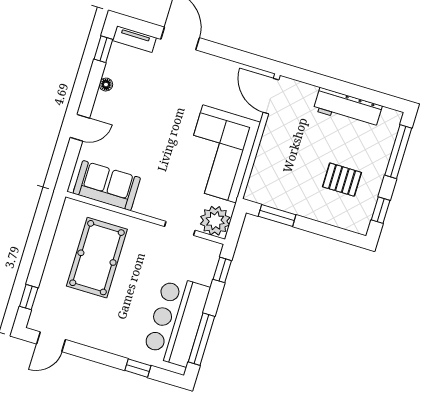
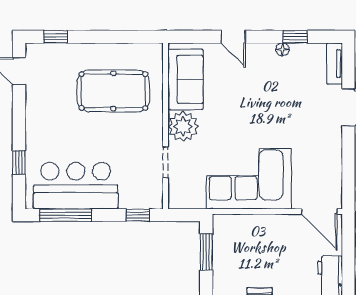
window: (103, 49) -> (295, 37), moved
door: (271, 96) -> (319, 212), swing flipped
plant: (215, 221) -> (183, 126), moved

